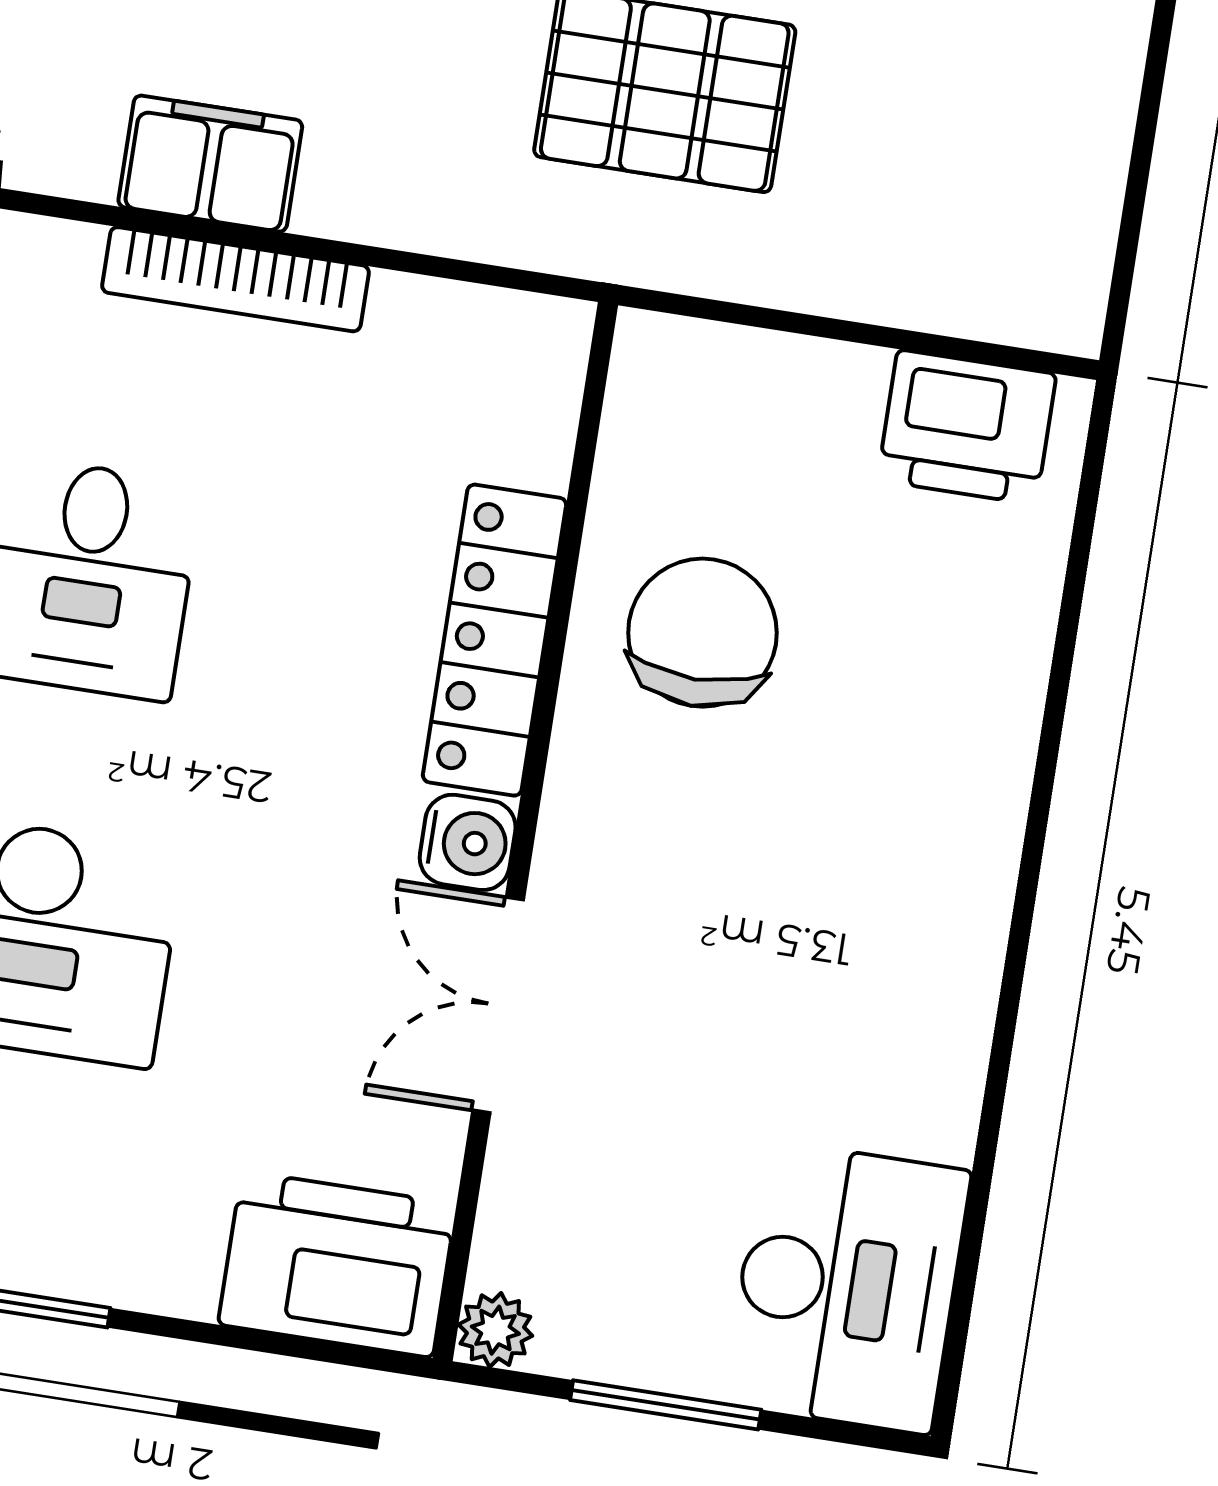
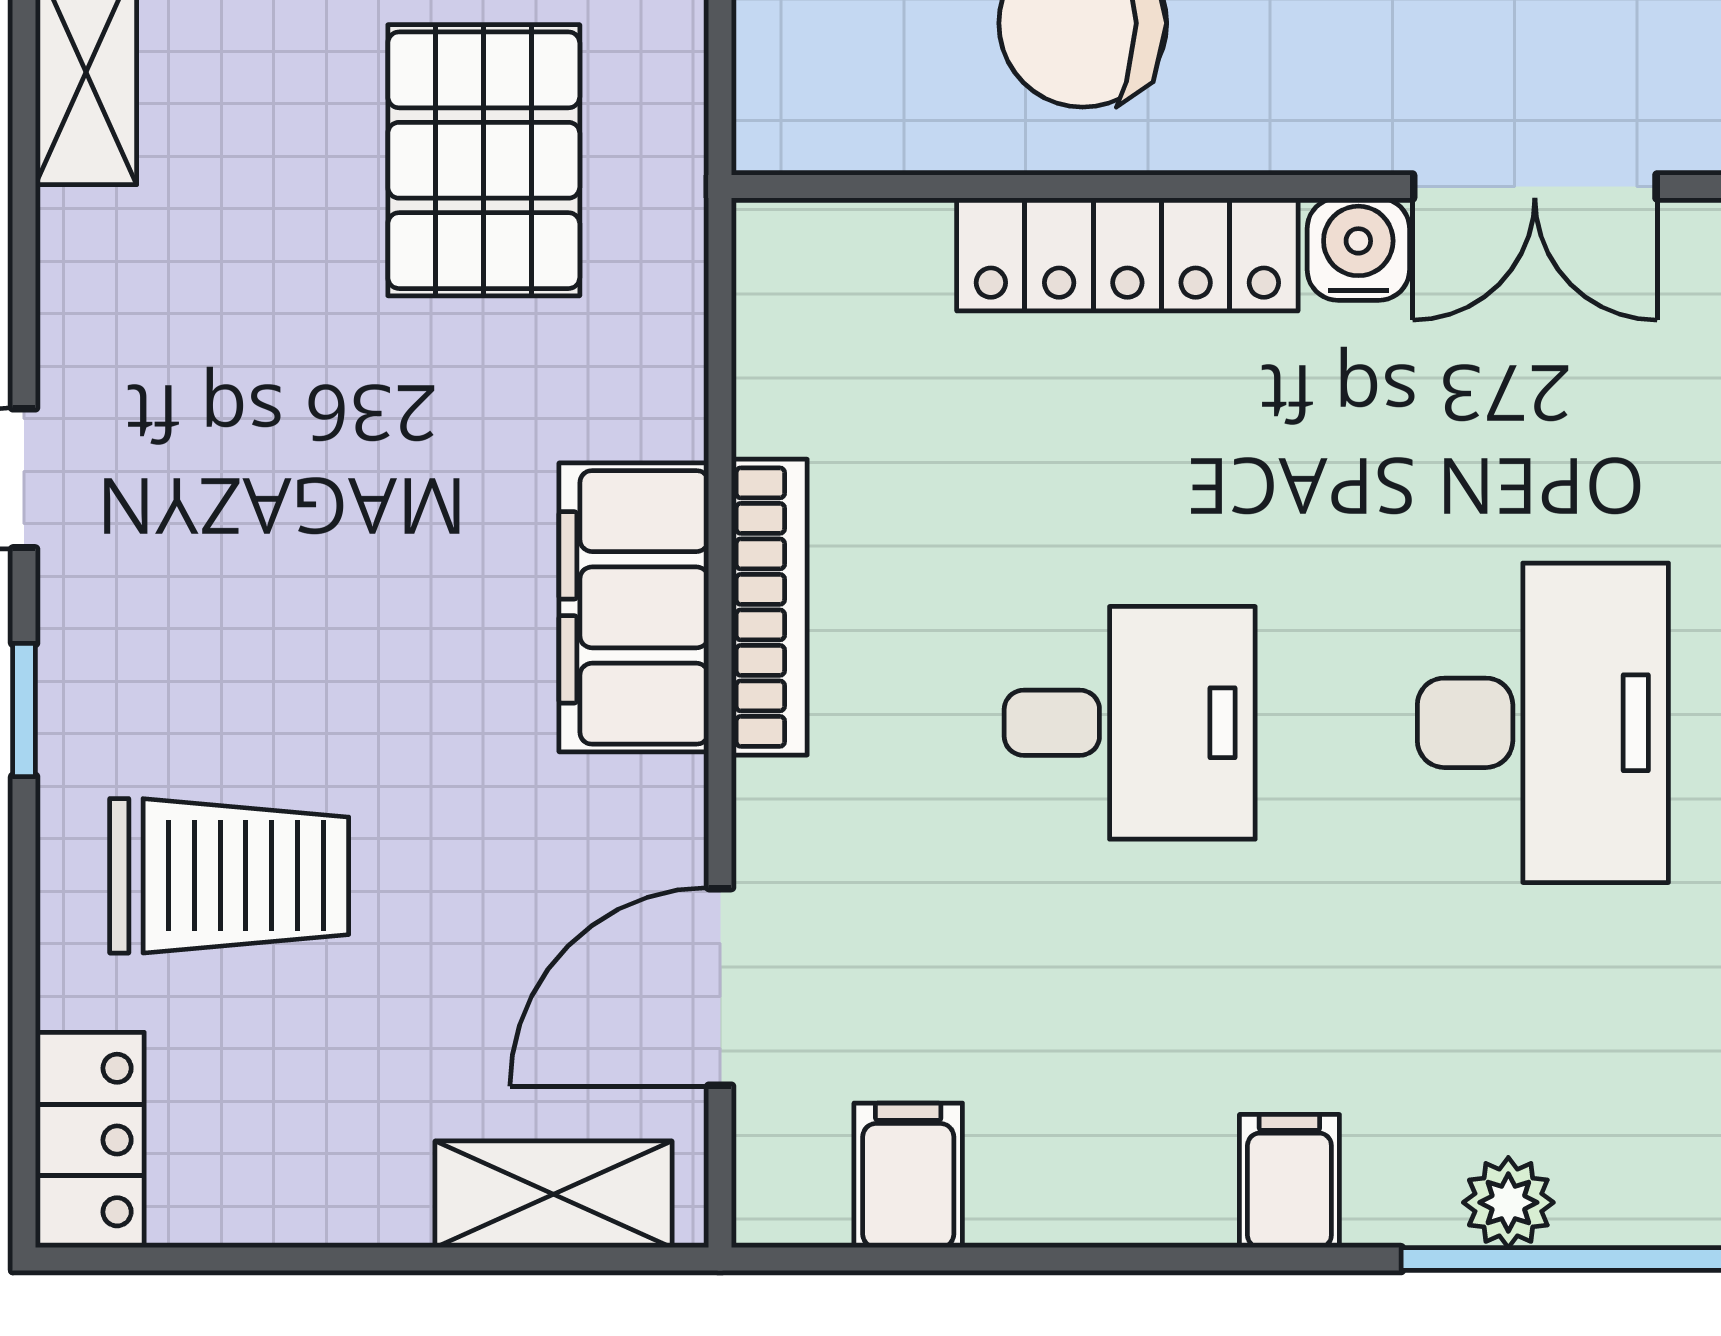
filing cabinet: (210, 164) -> (634, 607), width x1.50, depth x1.17

